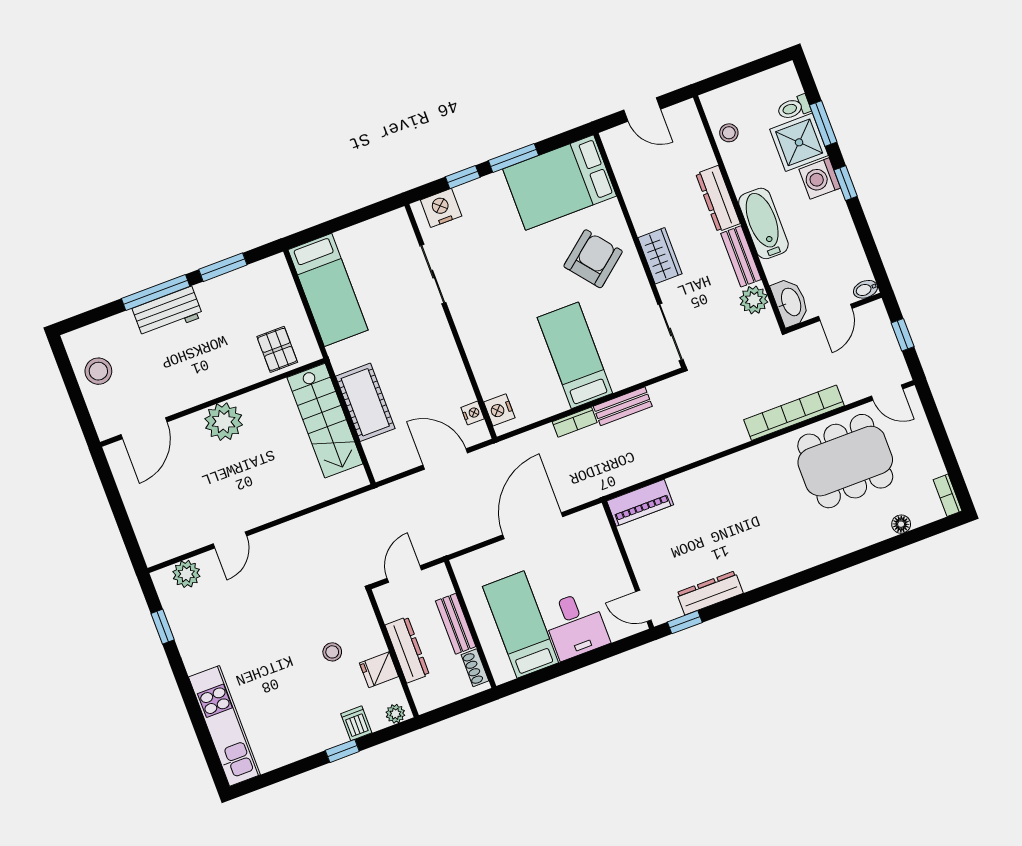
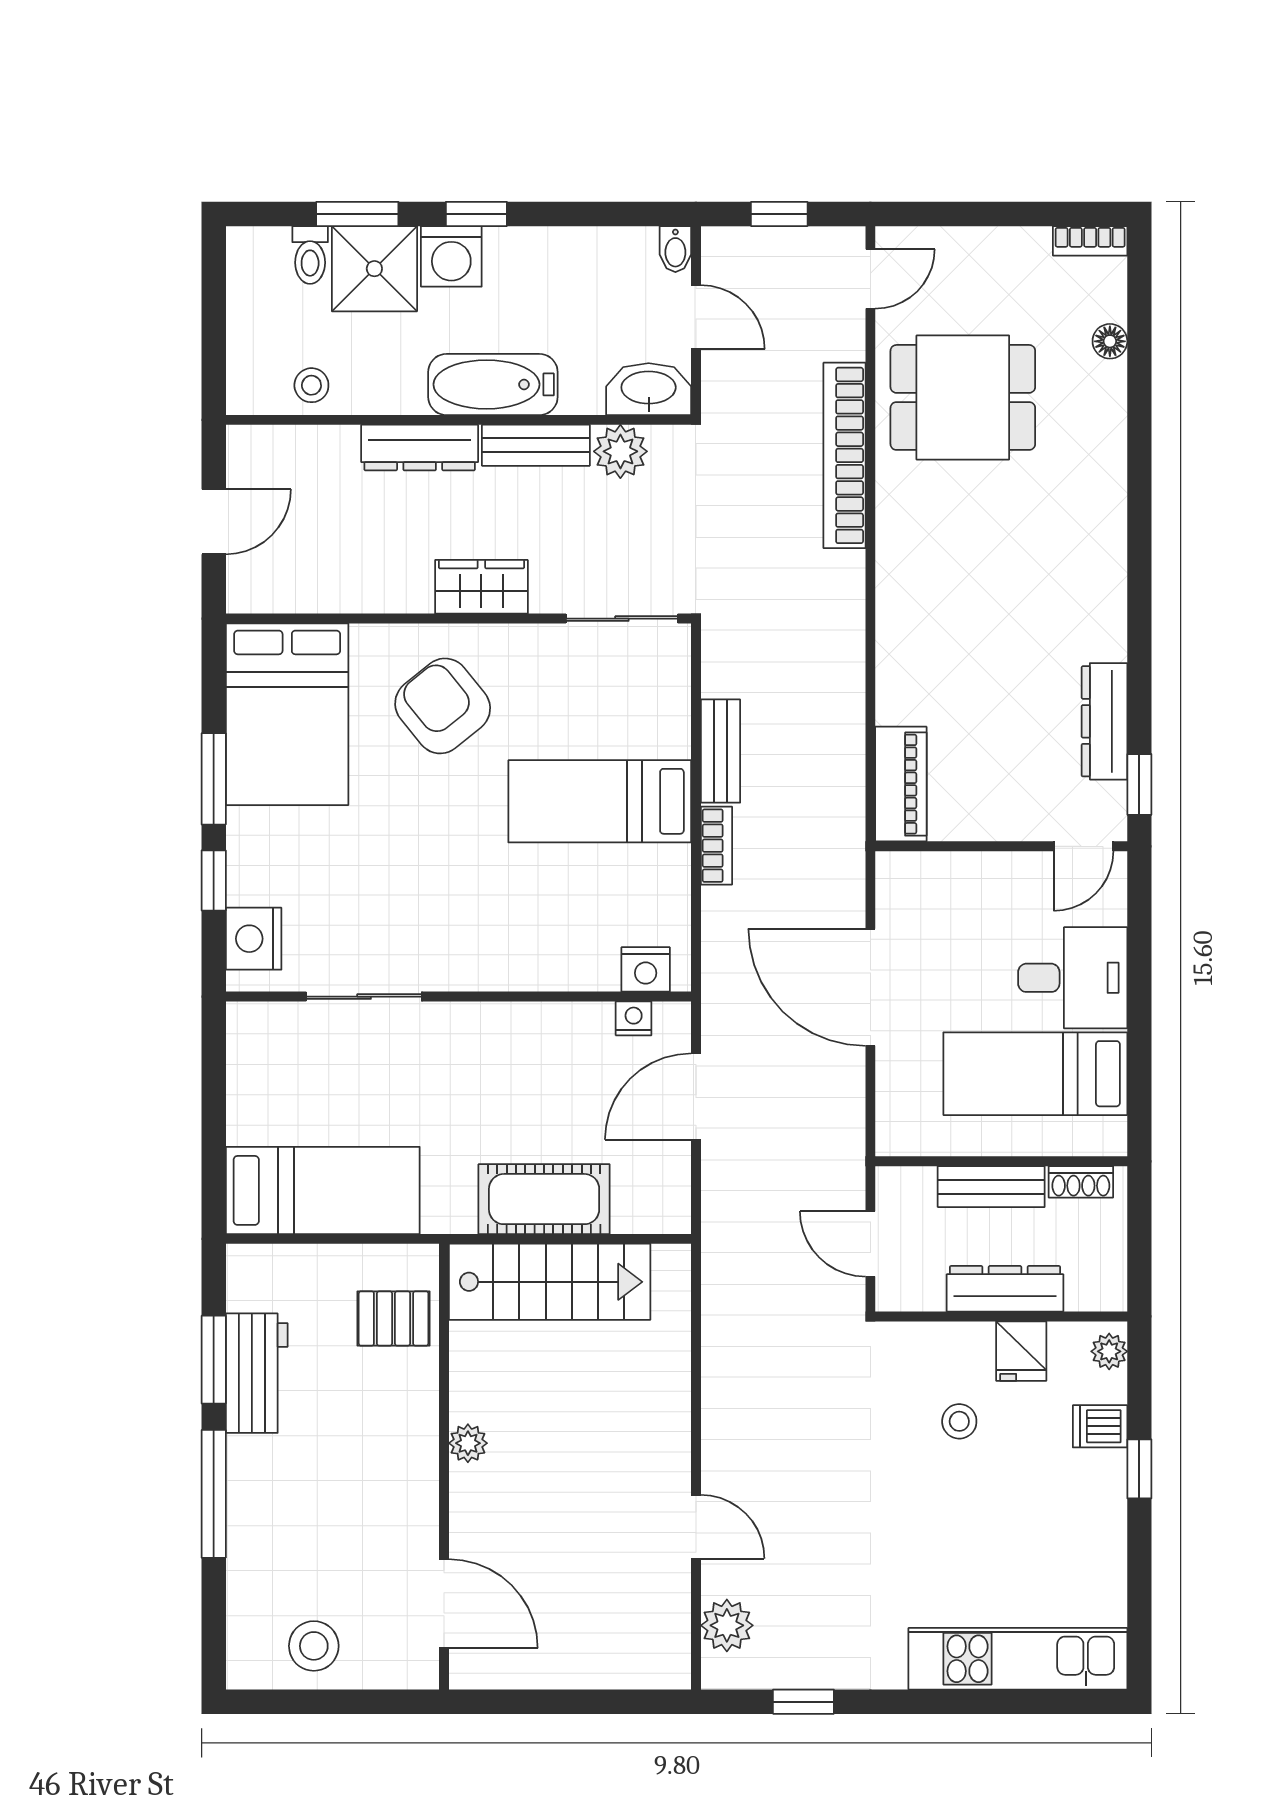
workbench: (168, 312) -> (257, 1373), moved
plant: (224, 422) -> (468, 1443), width x0.53, depth x0.53
dining table: (845, 461) -> (963, 397), width x0.73

